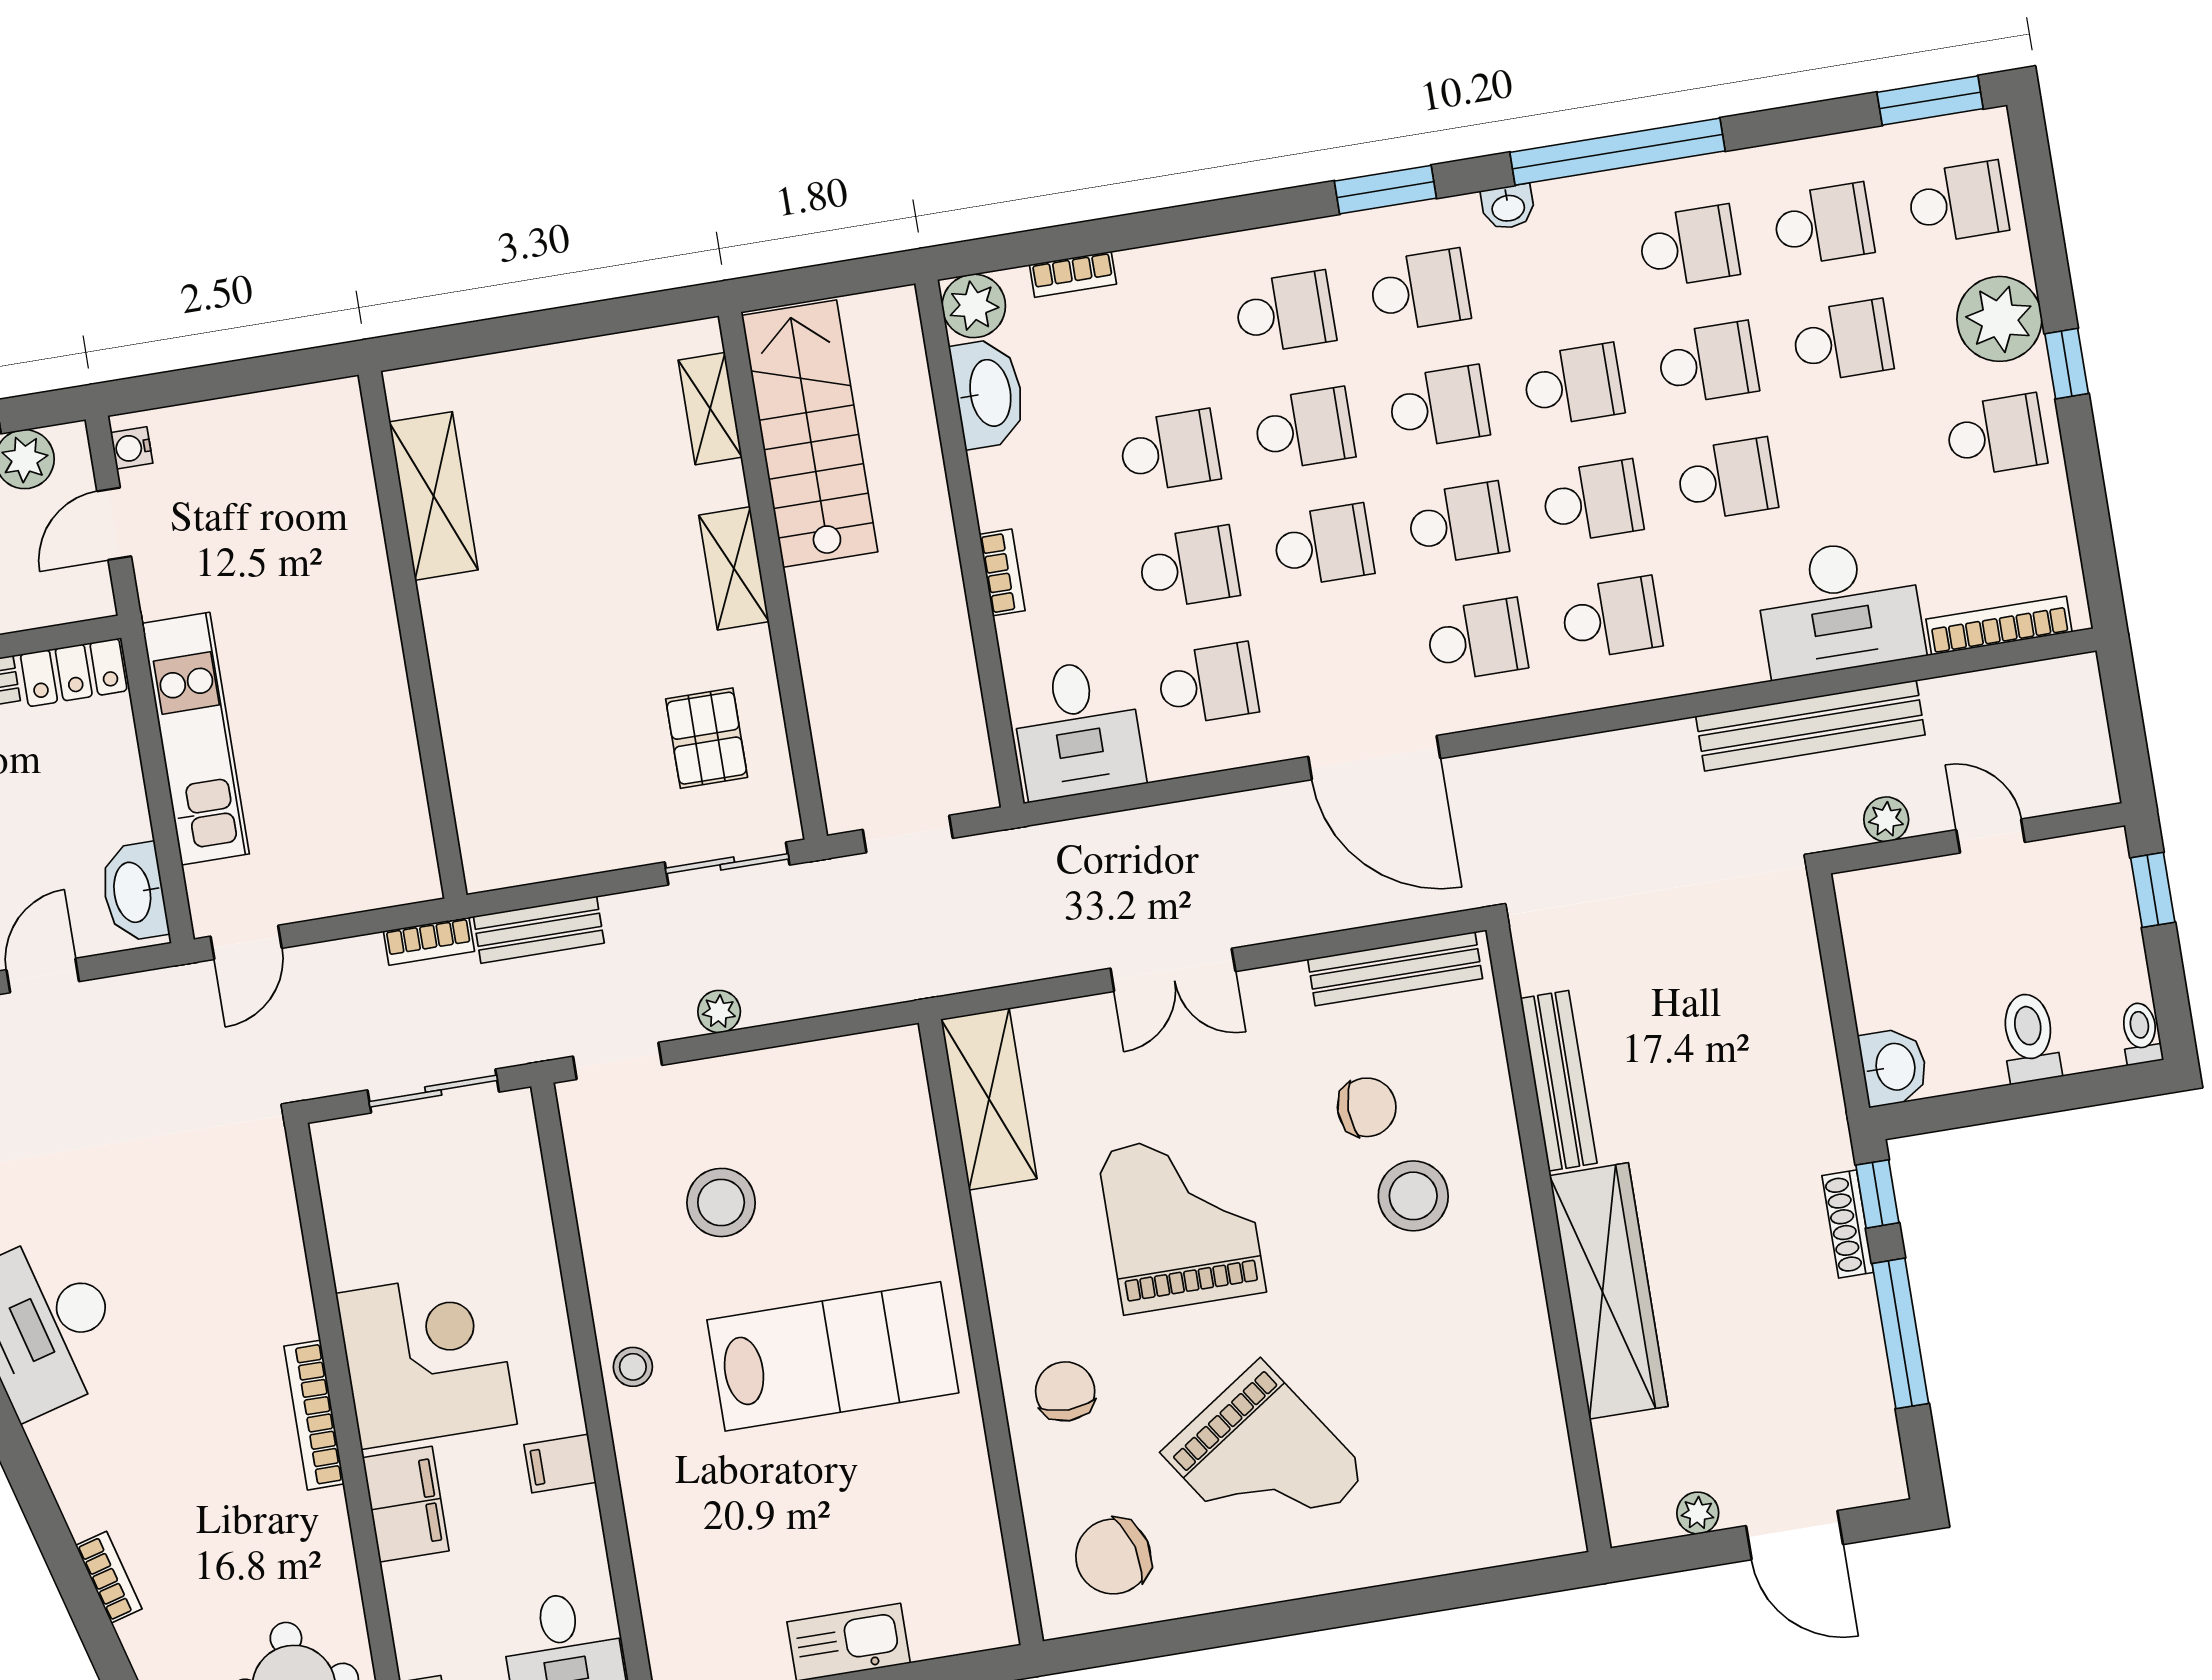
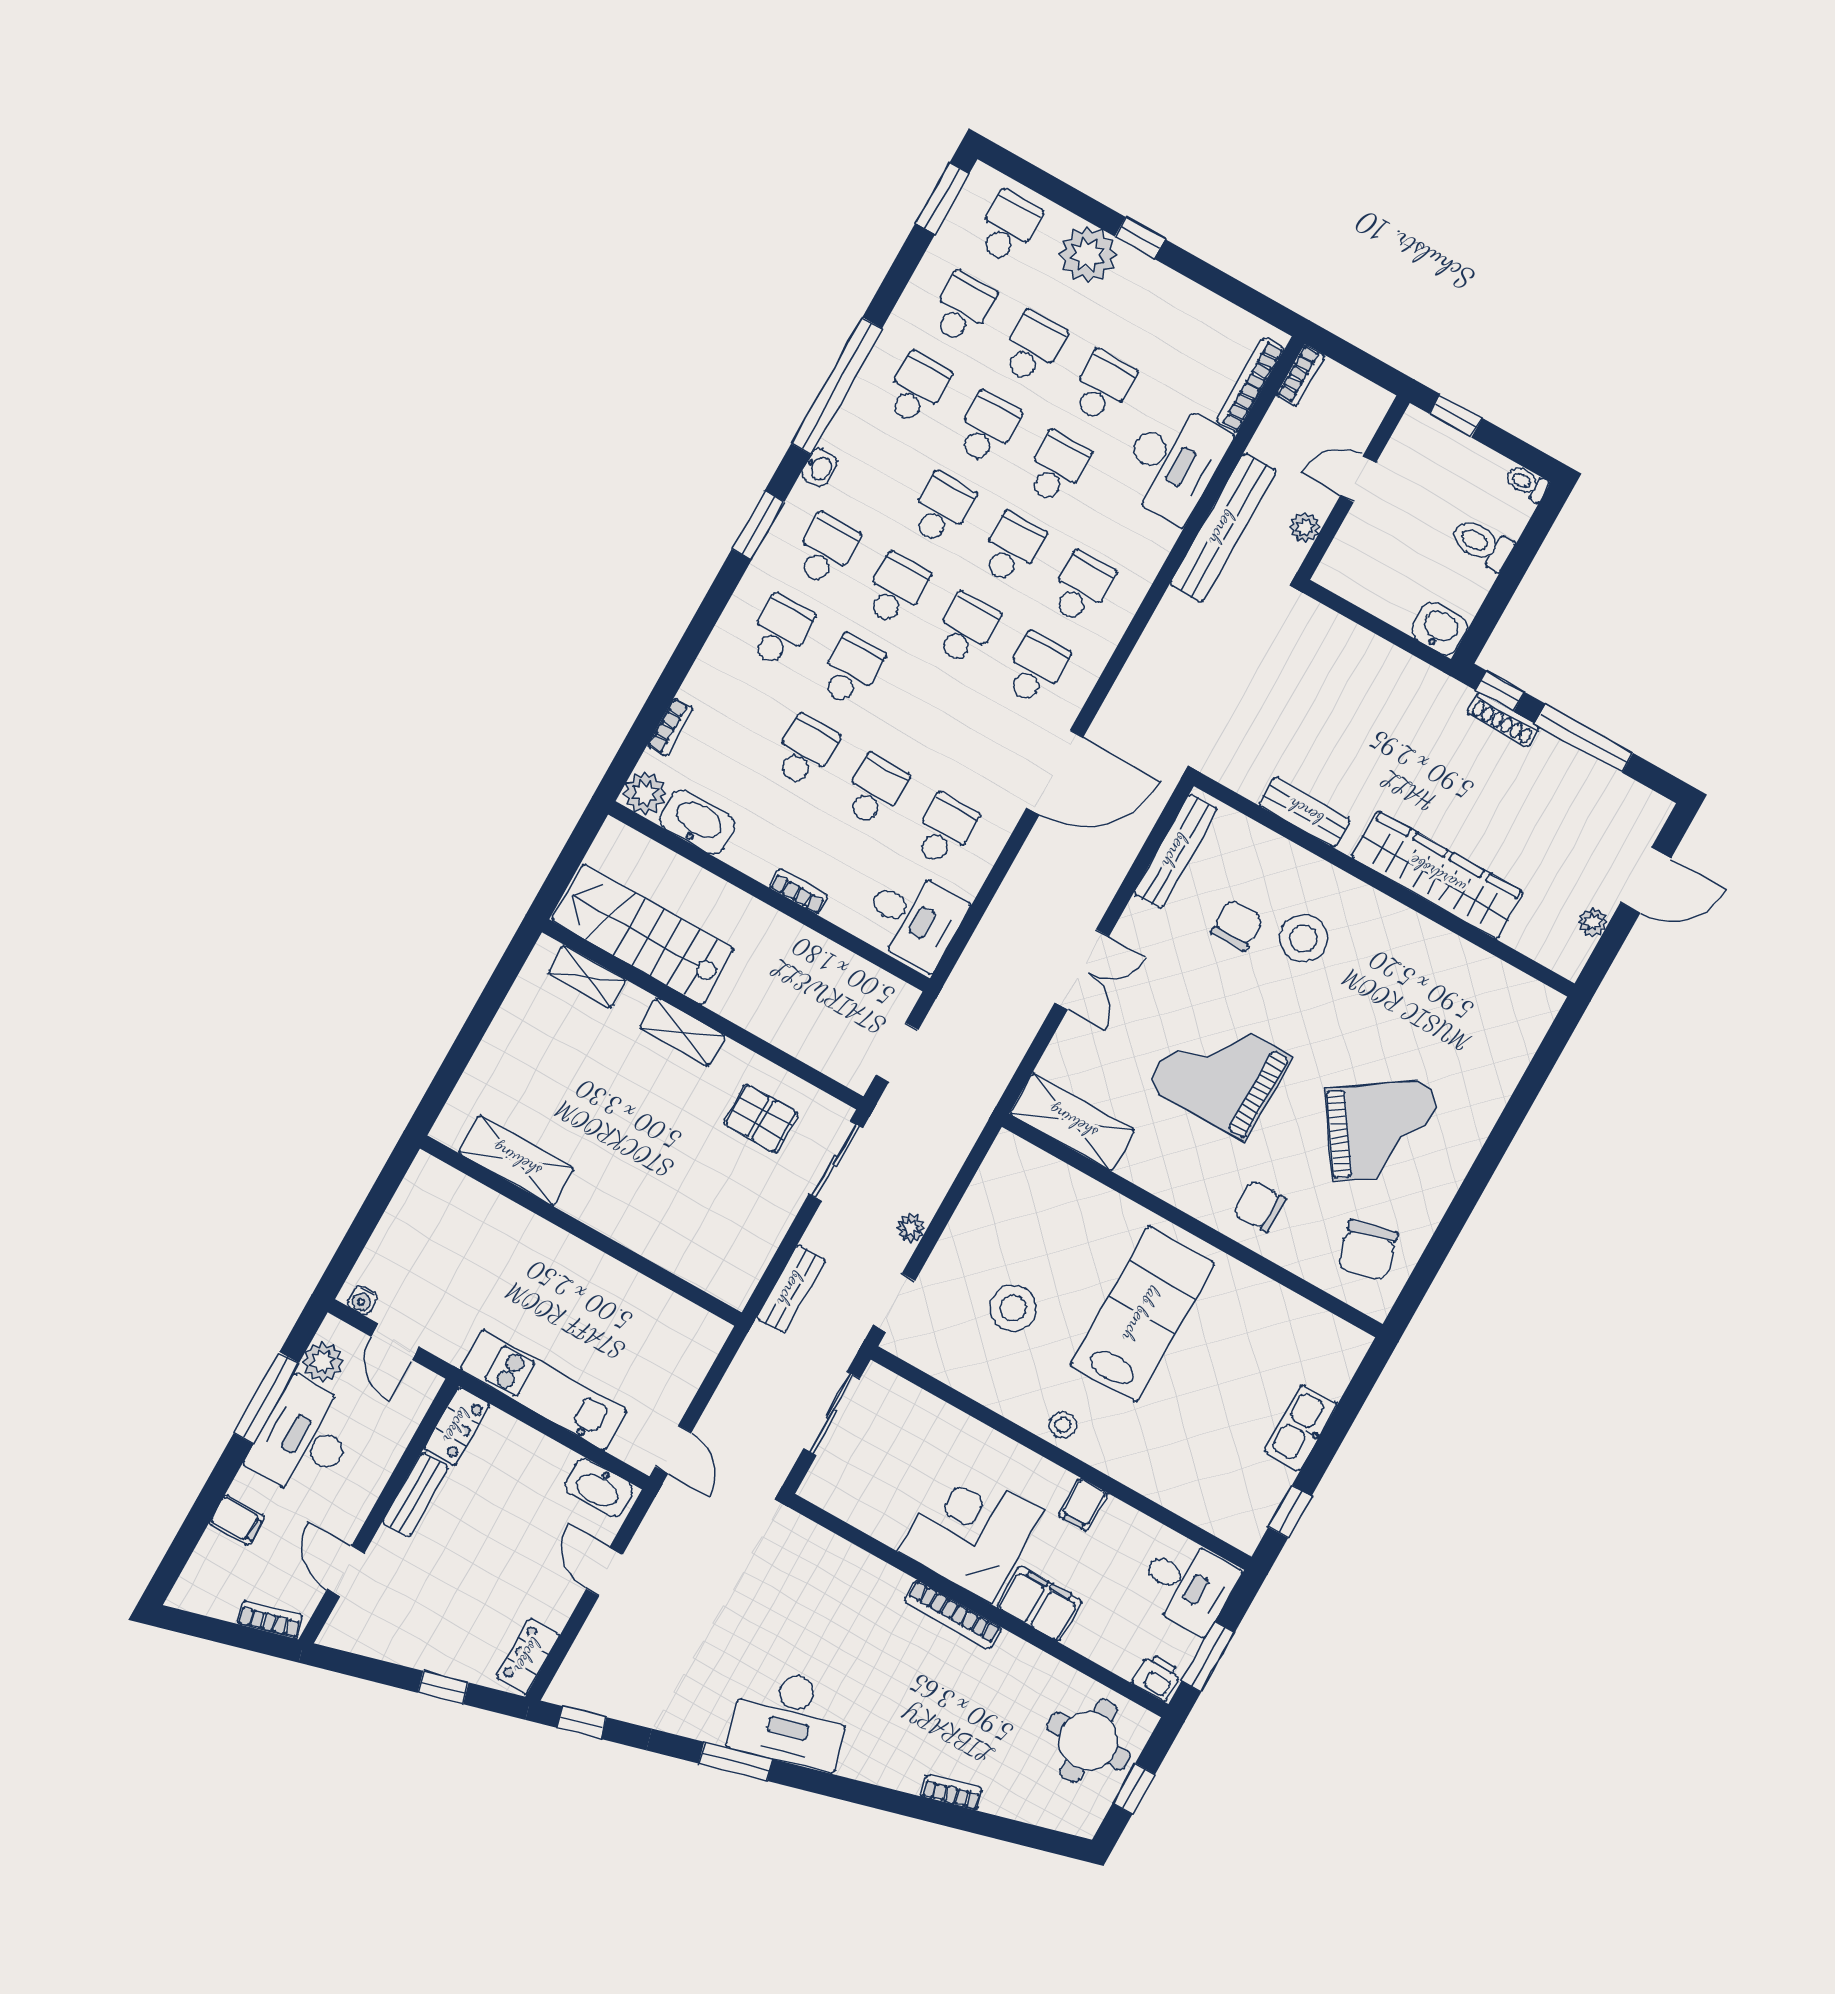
school desk: (1996, 435) -> (1102, 387), moved
school desk: (1323, 545) -> (920, 710), removed
bookcase: (429, 941) -> (1301, 375), moved
bench: (1559, 1081) -> (1305, 812), width x0.73

